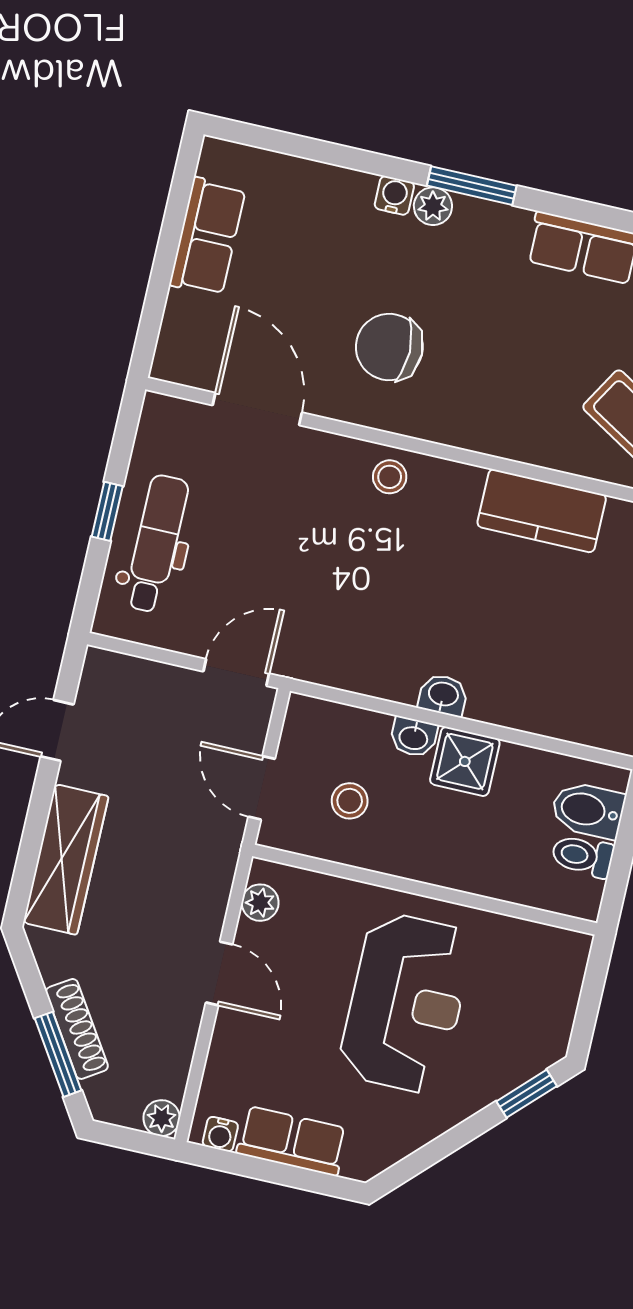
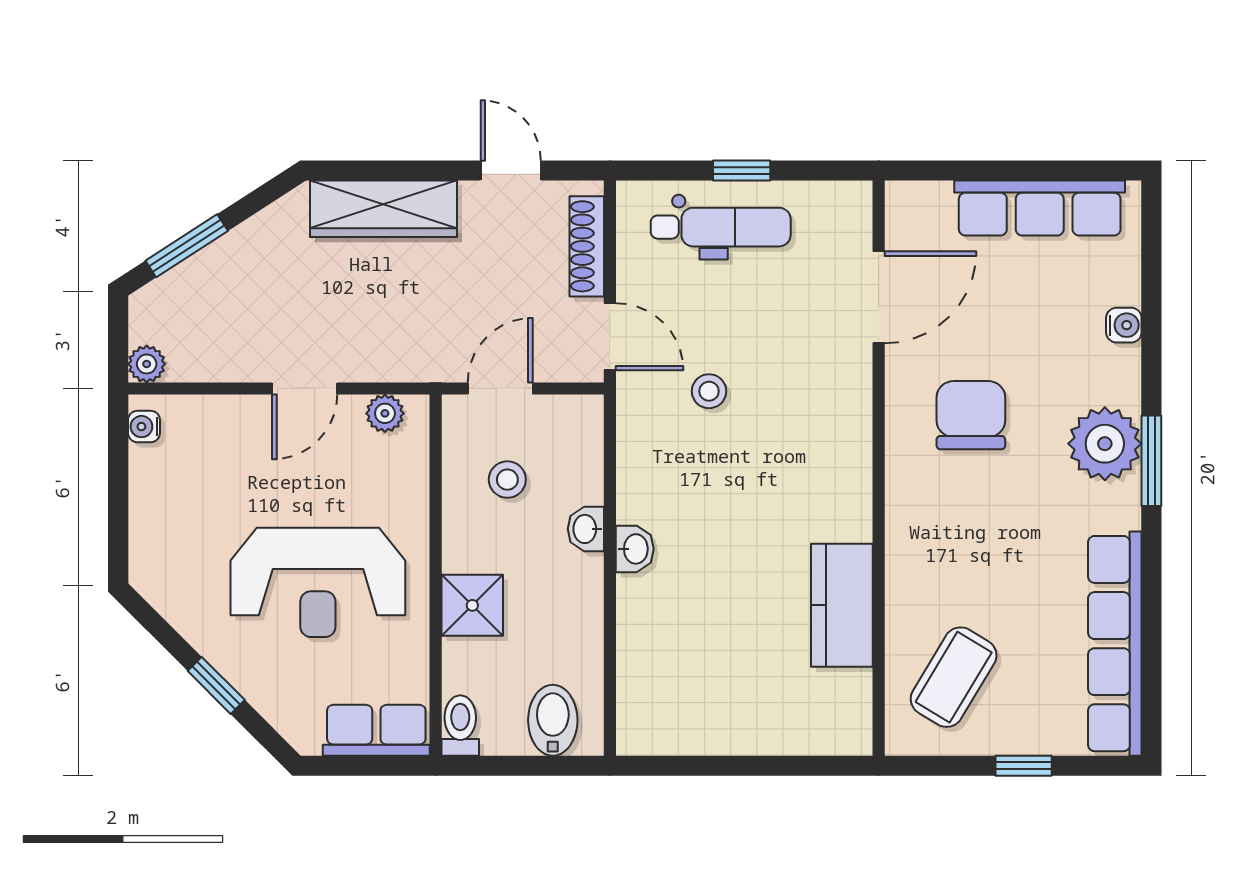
water cooler: (394, 195) -> (1124, 325), moved
plant: (433, 206) -> (1105, 444), width x1.88, depth x1.88
row of seats: (208, 237) -> (1040, 208), width x1.48
stool: (390, 477) -> (709, 391), moved
shower: (465, 761) -> (472, 605), moved
toilet: (583, 856) -> (460, 726), moved
shoe rack: (77, 1029) -> (587, 246), moved, turned 123
window: (527, 1094) -> (216, 685), moved
row of seats: (292, 1141) -> (376, 730), moved, turned -90

